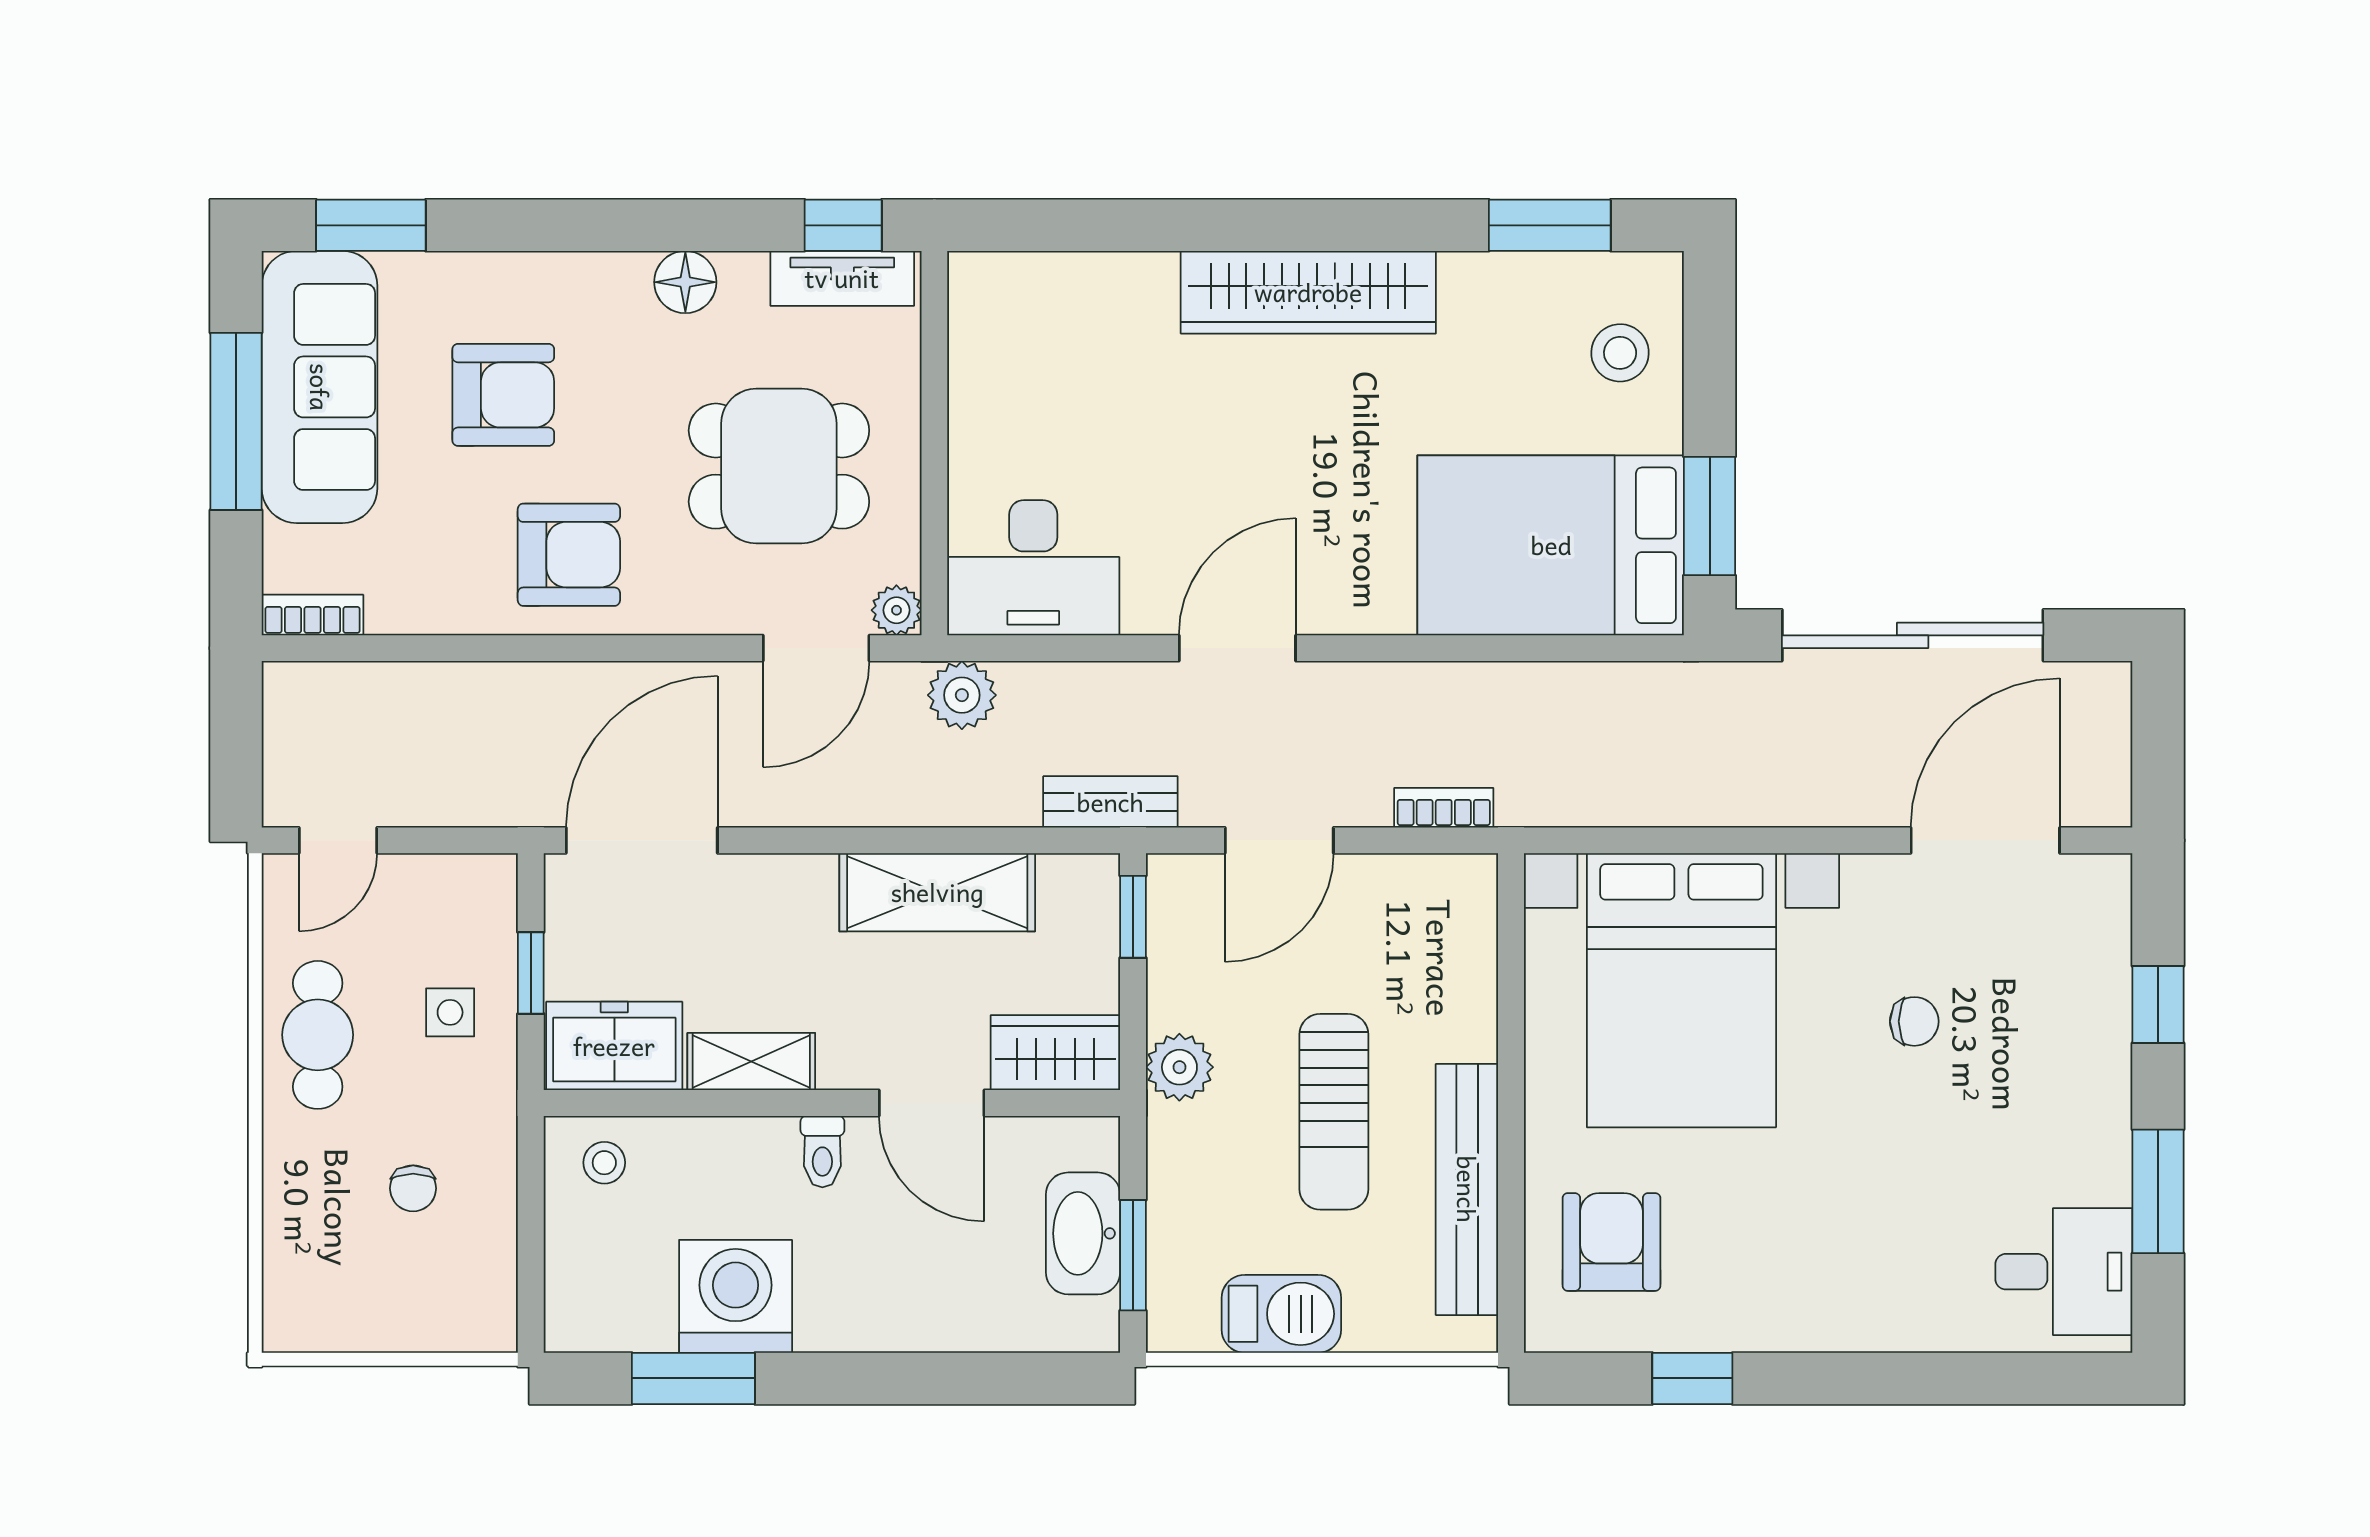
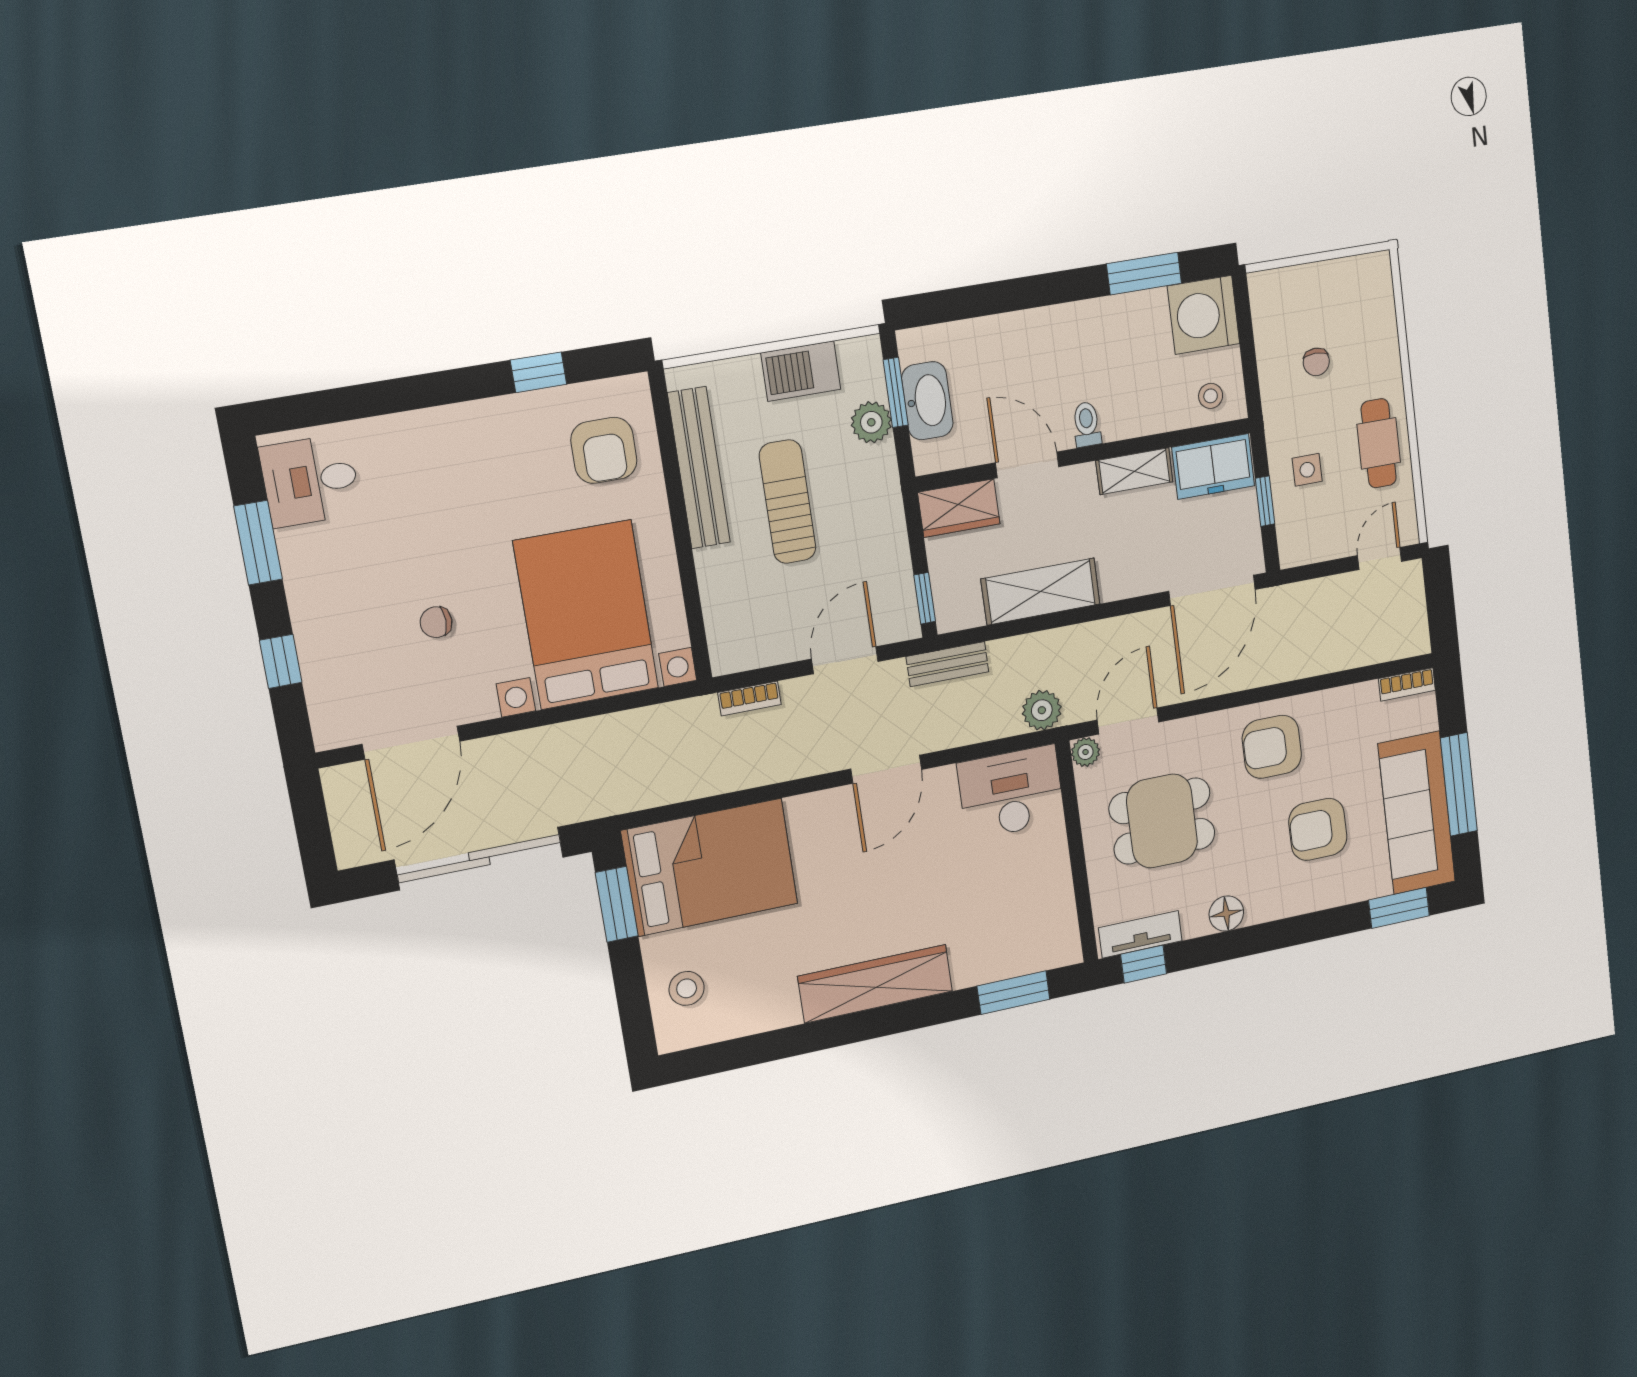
window: (1550, 225) -> (1013, 993), moved
plant: (1179, 1067) -> (871, 422), moved
chair: (413, 1188) -> (1316, 362), turned 180
washing machine: (736, 1296) -> (1203, 315), moved, turned 90

